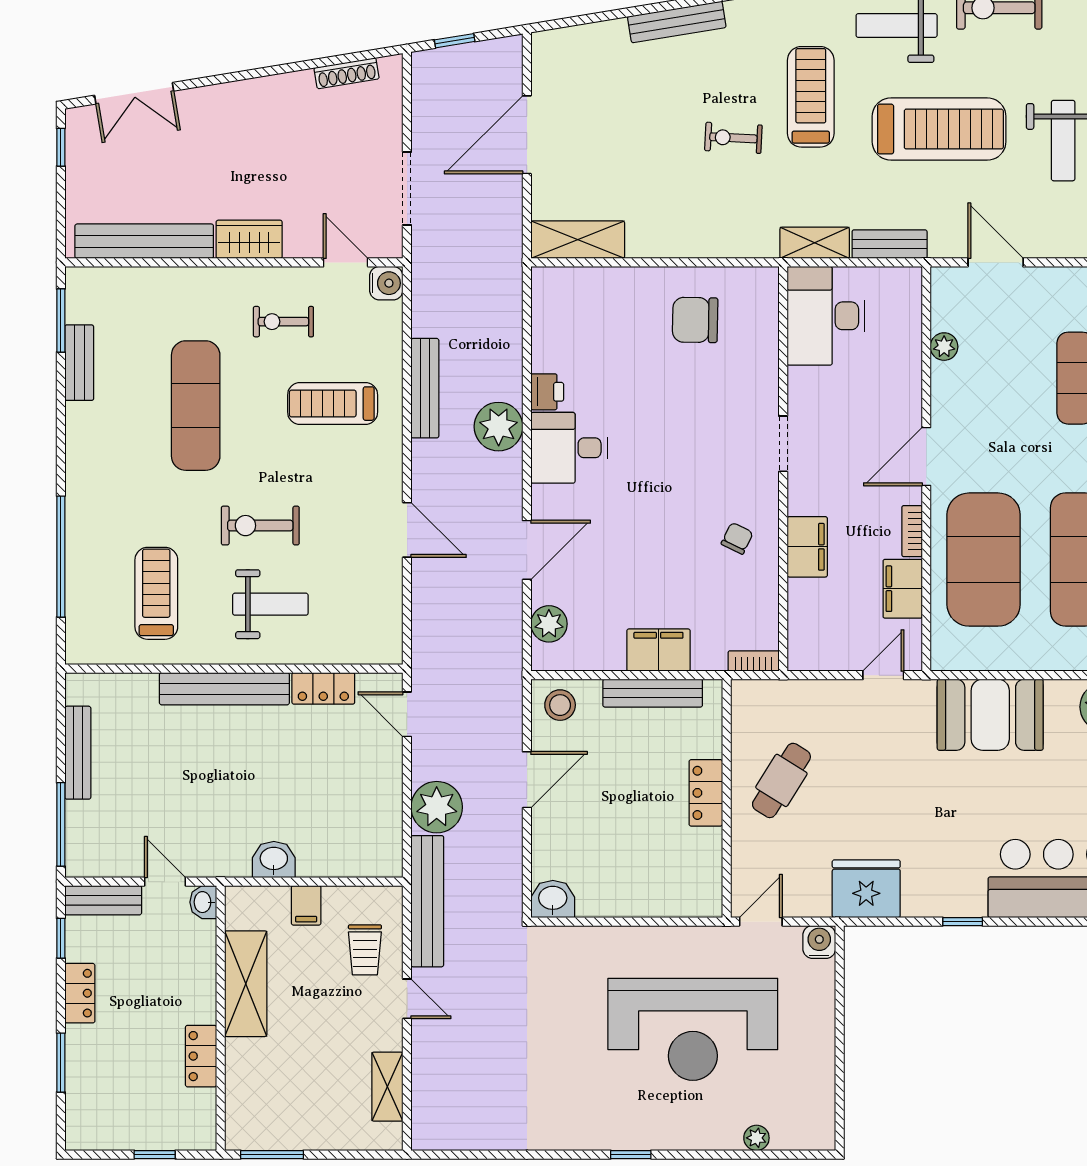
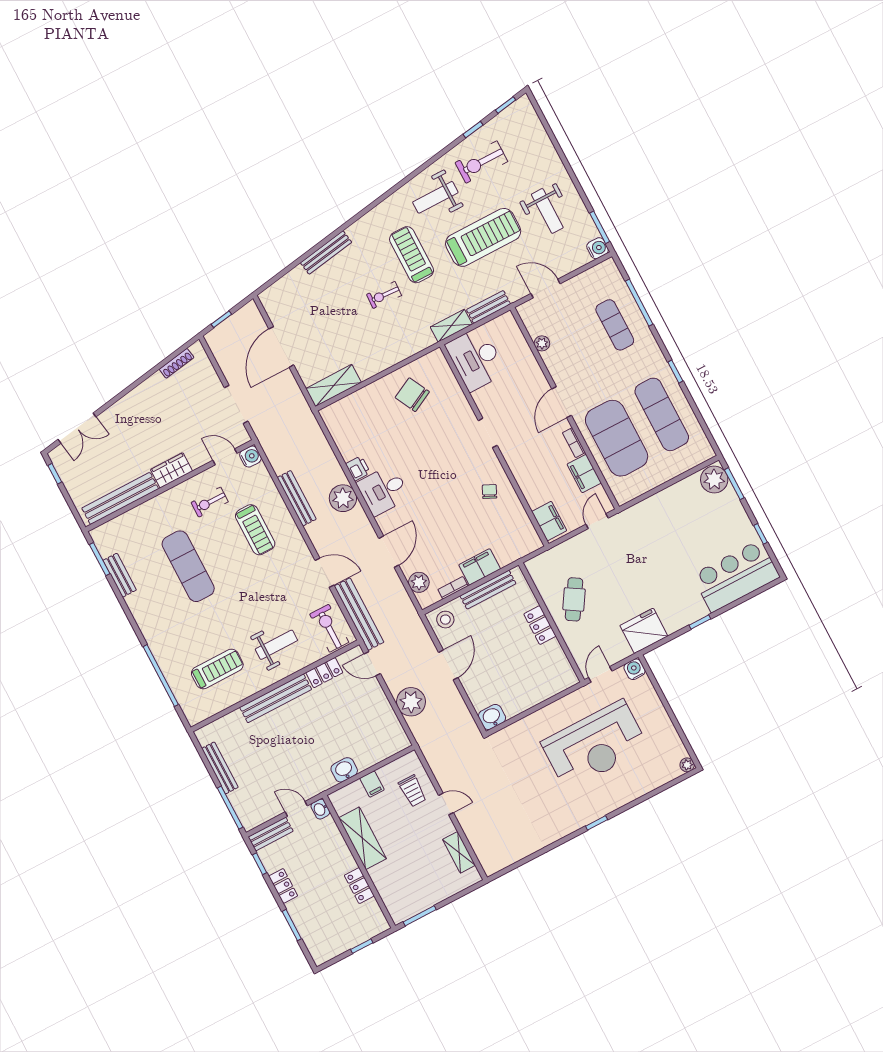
chair: (695, 320) -> (412, 395), turned 62
treadmill: (333, 404) -> (255, 530), turned -90
exercise bike: (260, 526) -> (329, 628), moved, turned 90
filing cabinet: (807, 547) -> (549, 521), moved
treadmill: (156, 593) -> (217, 669), turned 90
bookcase: (754, 661) -> (453, 588), moved
booth: (990, 715) -> (660, 513), removed
bench: (427, 901) -> (359, 614), moved
plant: (756, 1138) -> (687, 765), moved

